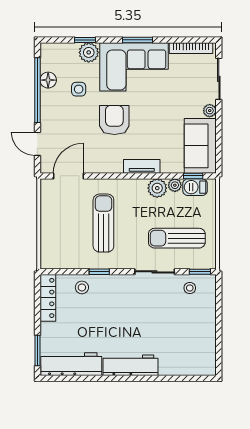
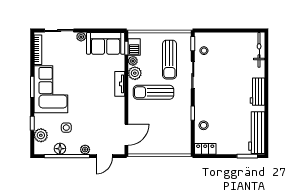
plant: (89, 52) -> (41, 135), moved
plant: (47, 116) -> (85, 150), added
armchair: (114, 120) -> (88, 103), removed
door: (68, 176) -> (126, 135), swing flipped
sun lounger: (103, 223) -> (153, 92), moved
locker: (48, 298) -> (205, 149), width x0.66
workbench: (131, 365) -> (257, 92), width x0.73
bicycle: (191, 368) -> (259, 50), added

